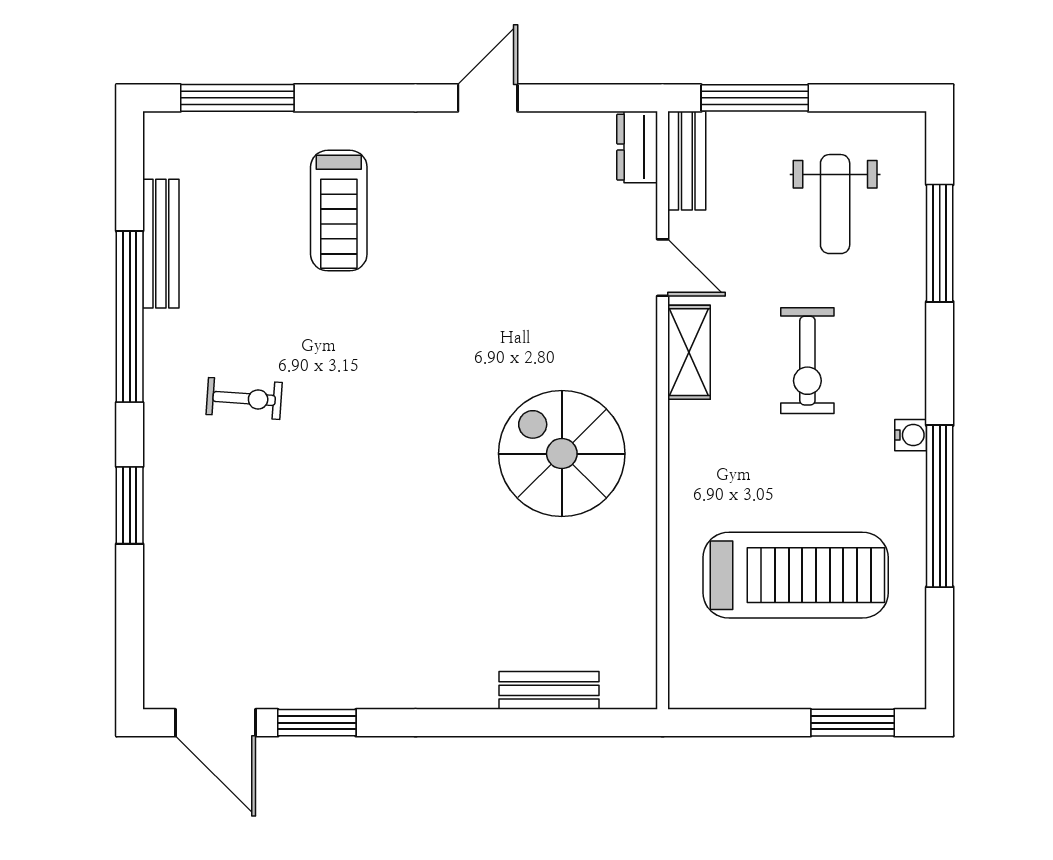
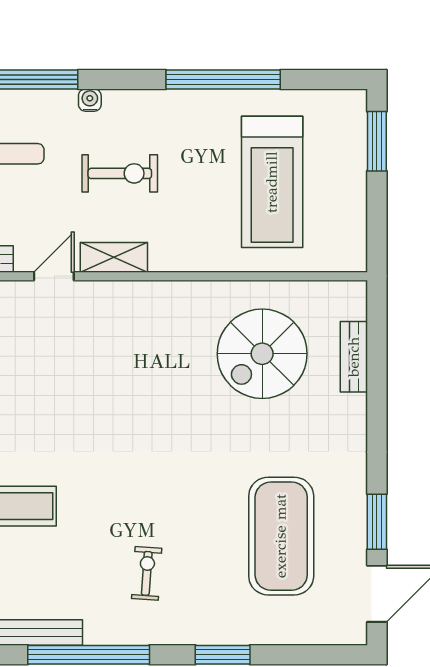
water cooler: (911, 435) -> (90, 100), moved
spiral stairs: (562, 454) -> (262, 354), moved
treadmill: (796, 575) -> (272, 182), turned 180
exercise mat: (297, 588) -> (281, 536), added

